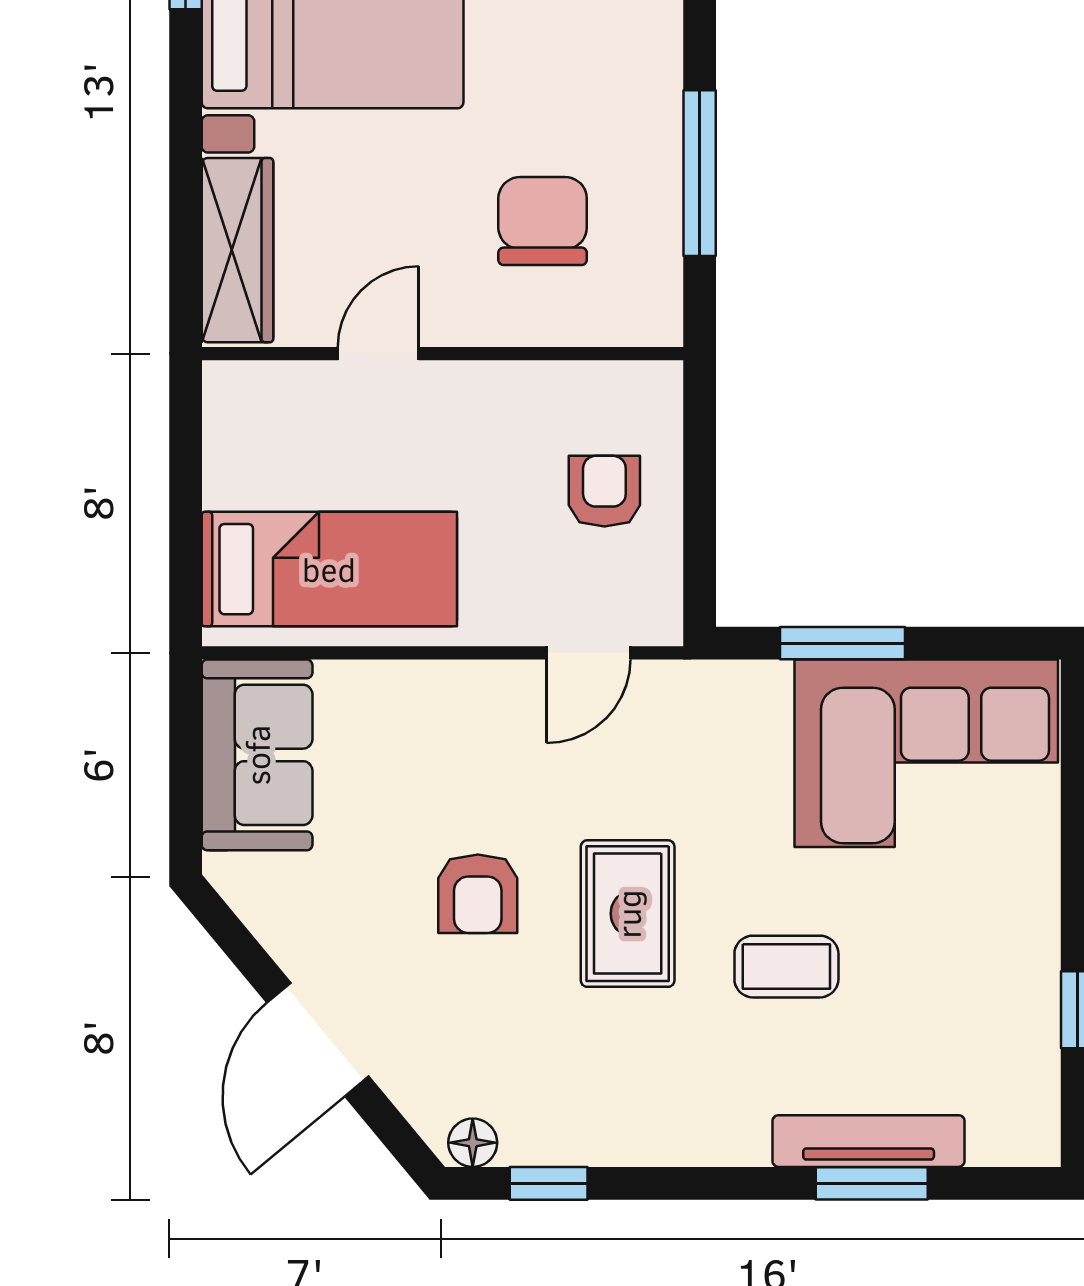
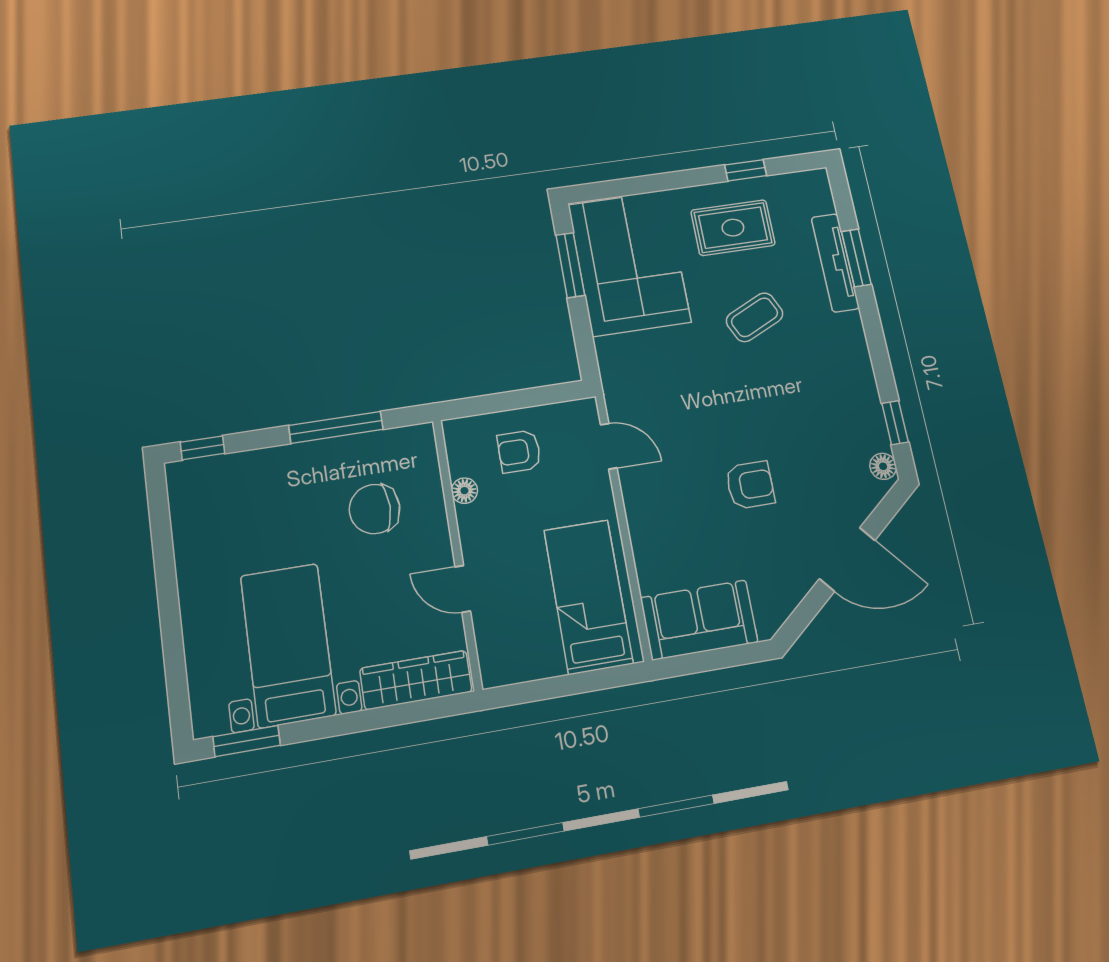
floor lamp: (550, 383) -> (464, 491), added
window: (842, 643) -> (570, 265), moved
rug: (628, 914) -> (733, 228), moved
coffee table: (786, 967) -> (755, 317), turned 65

